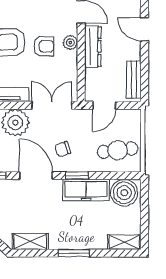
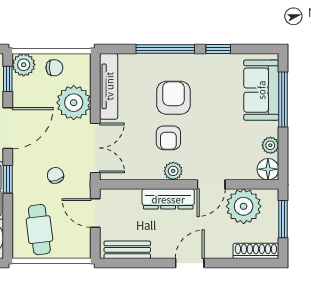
chair: (63, 149) -> (55, 175), moved

